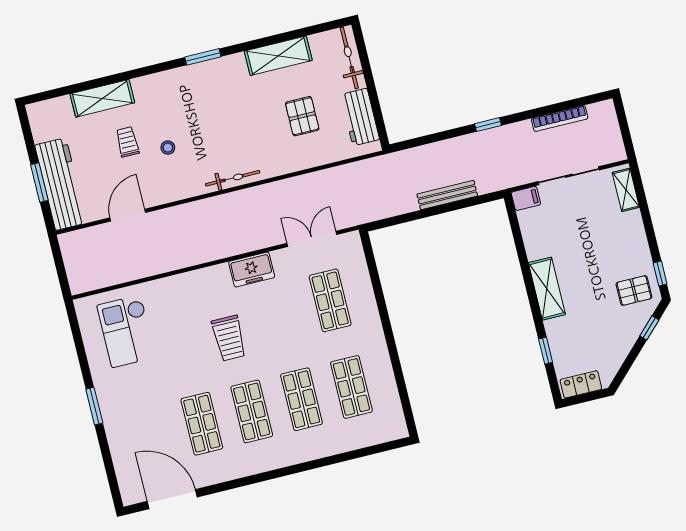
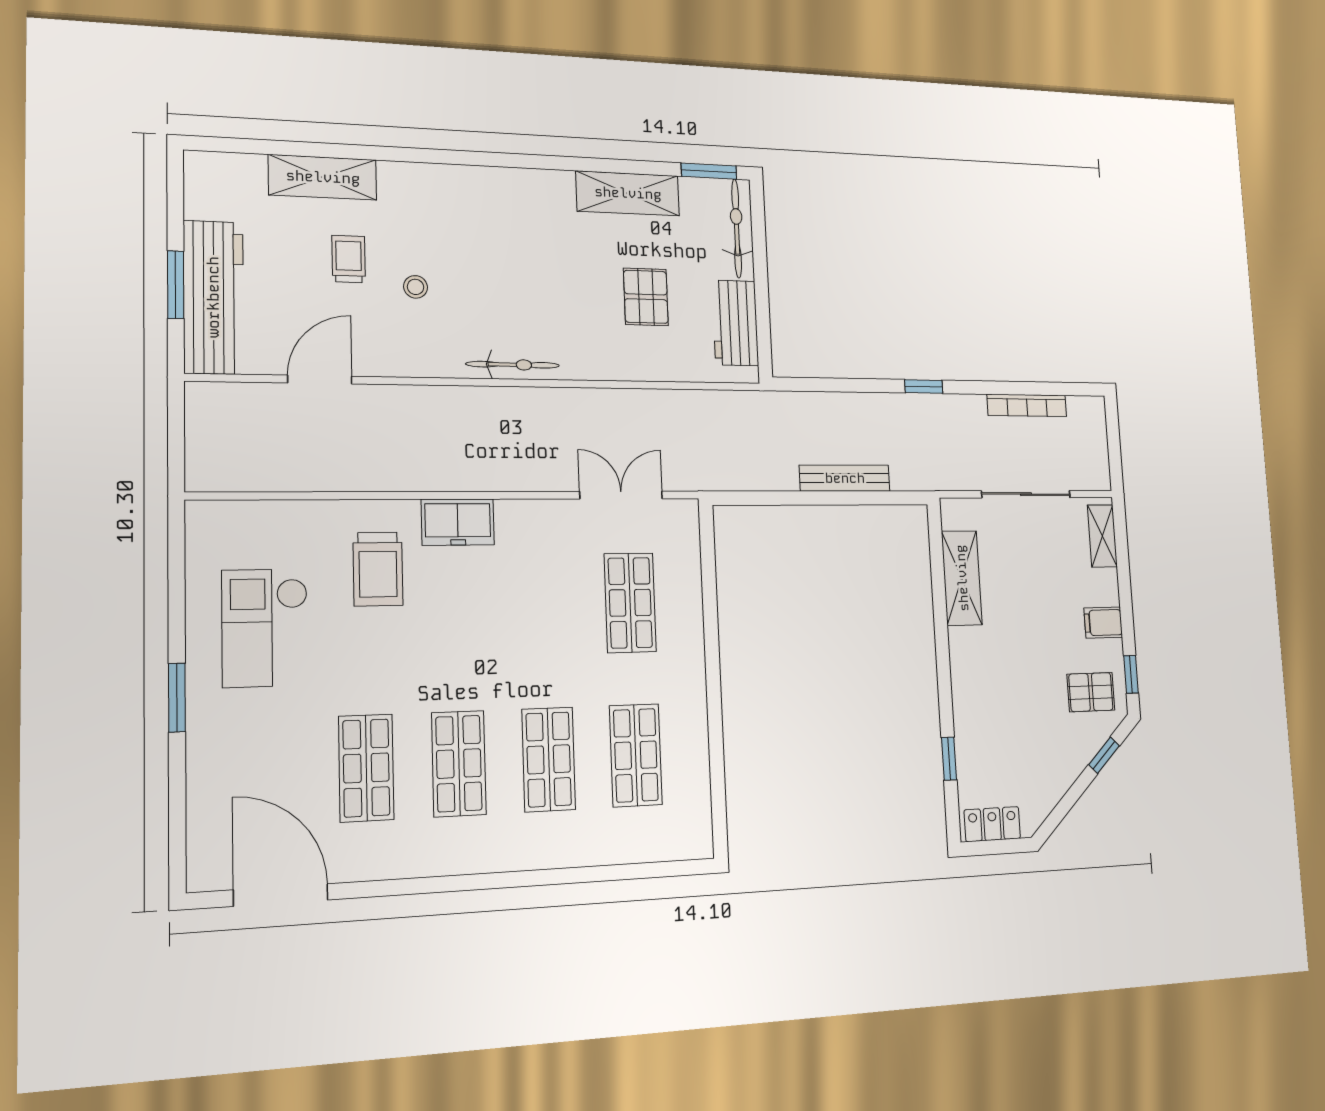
window: (203, 57) -> (709, 171), moved
filing cabinet: (526, 198) -> (1103, 623), moved, turned 180
freezer: (252, 270) -> (458, 522), moved
shelving: (547, 289) -> (962, 578), moved
checkout: (126, 331) -> (265, 628), moved
trolley: (229, 338) -> (378, 569), moved

